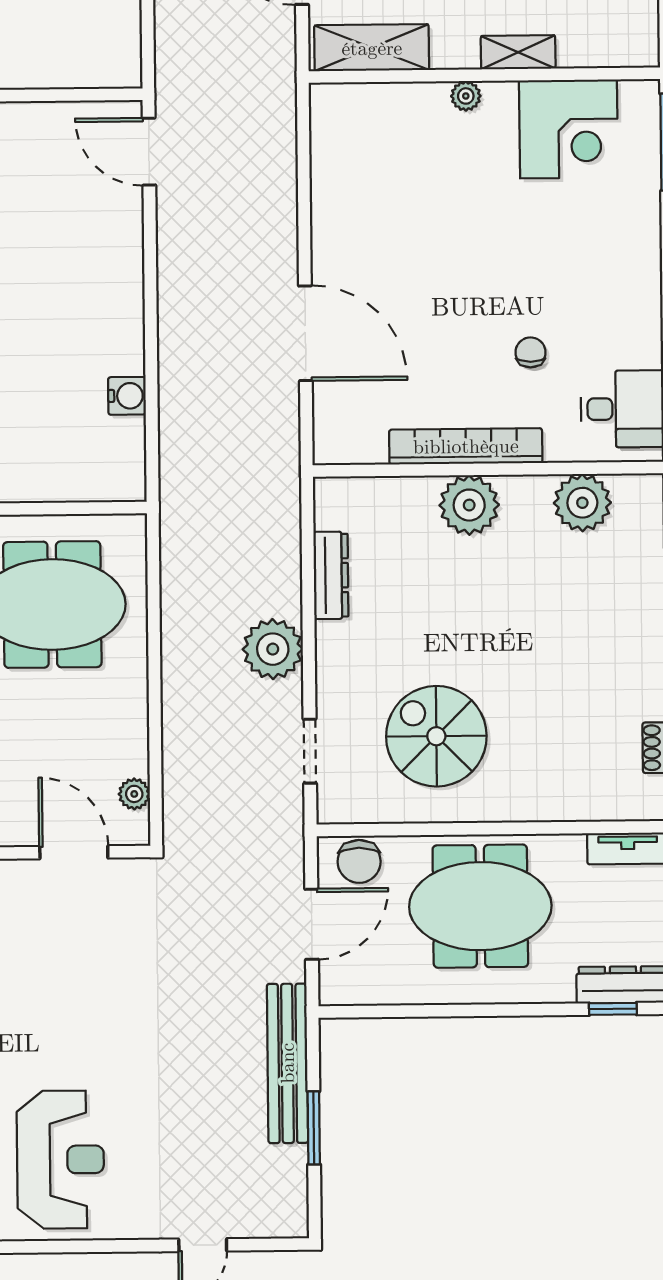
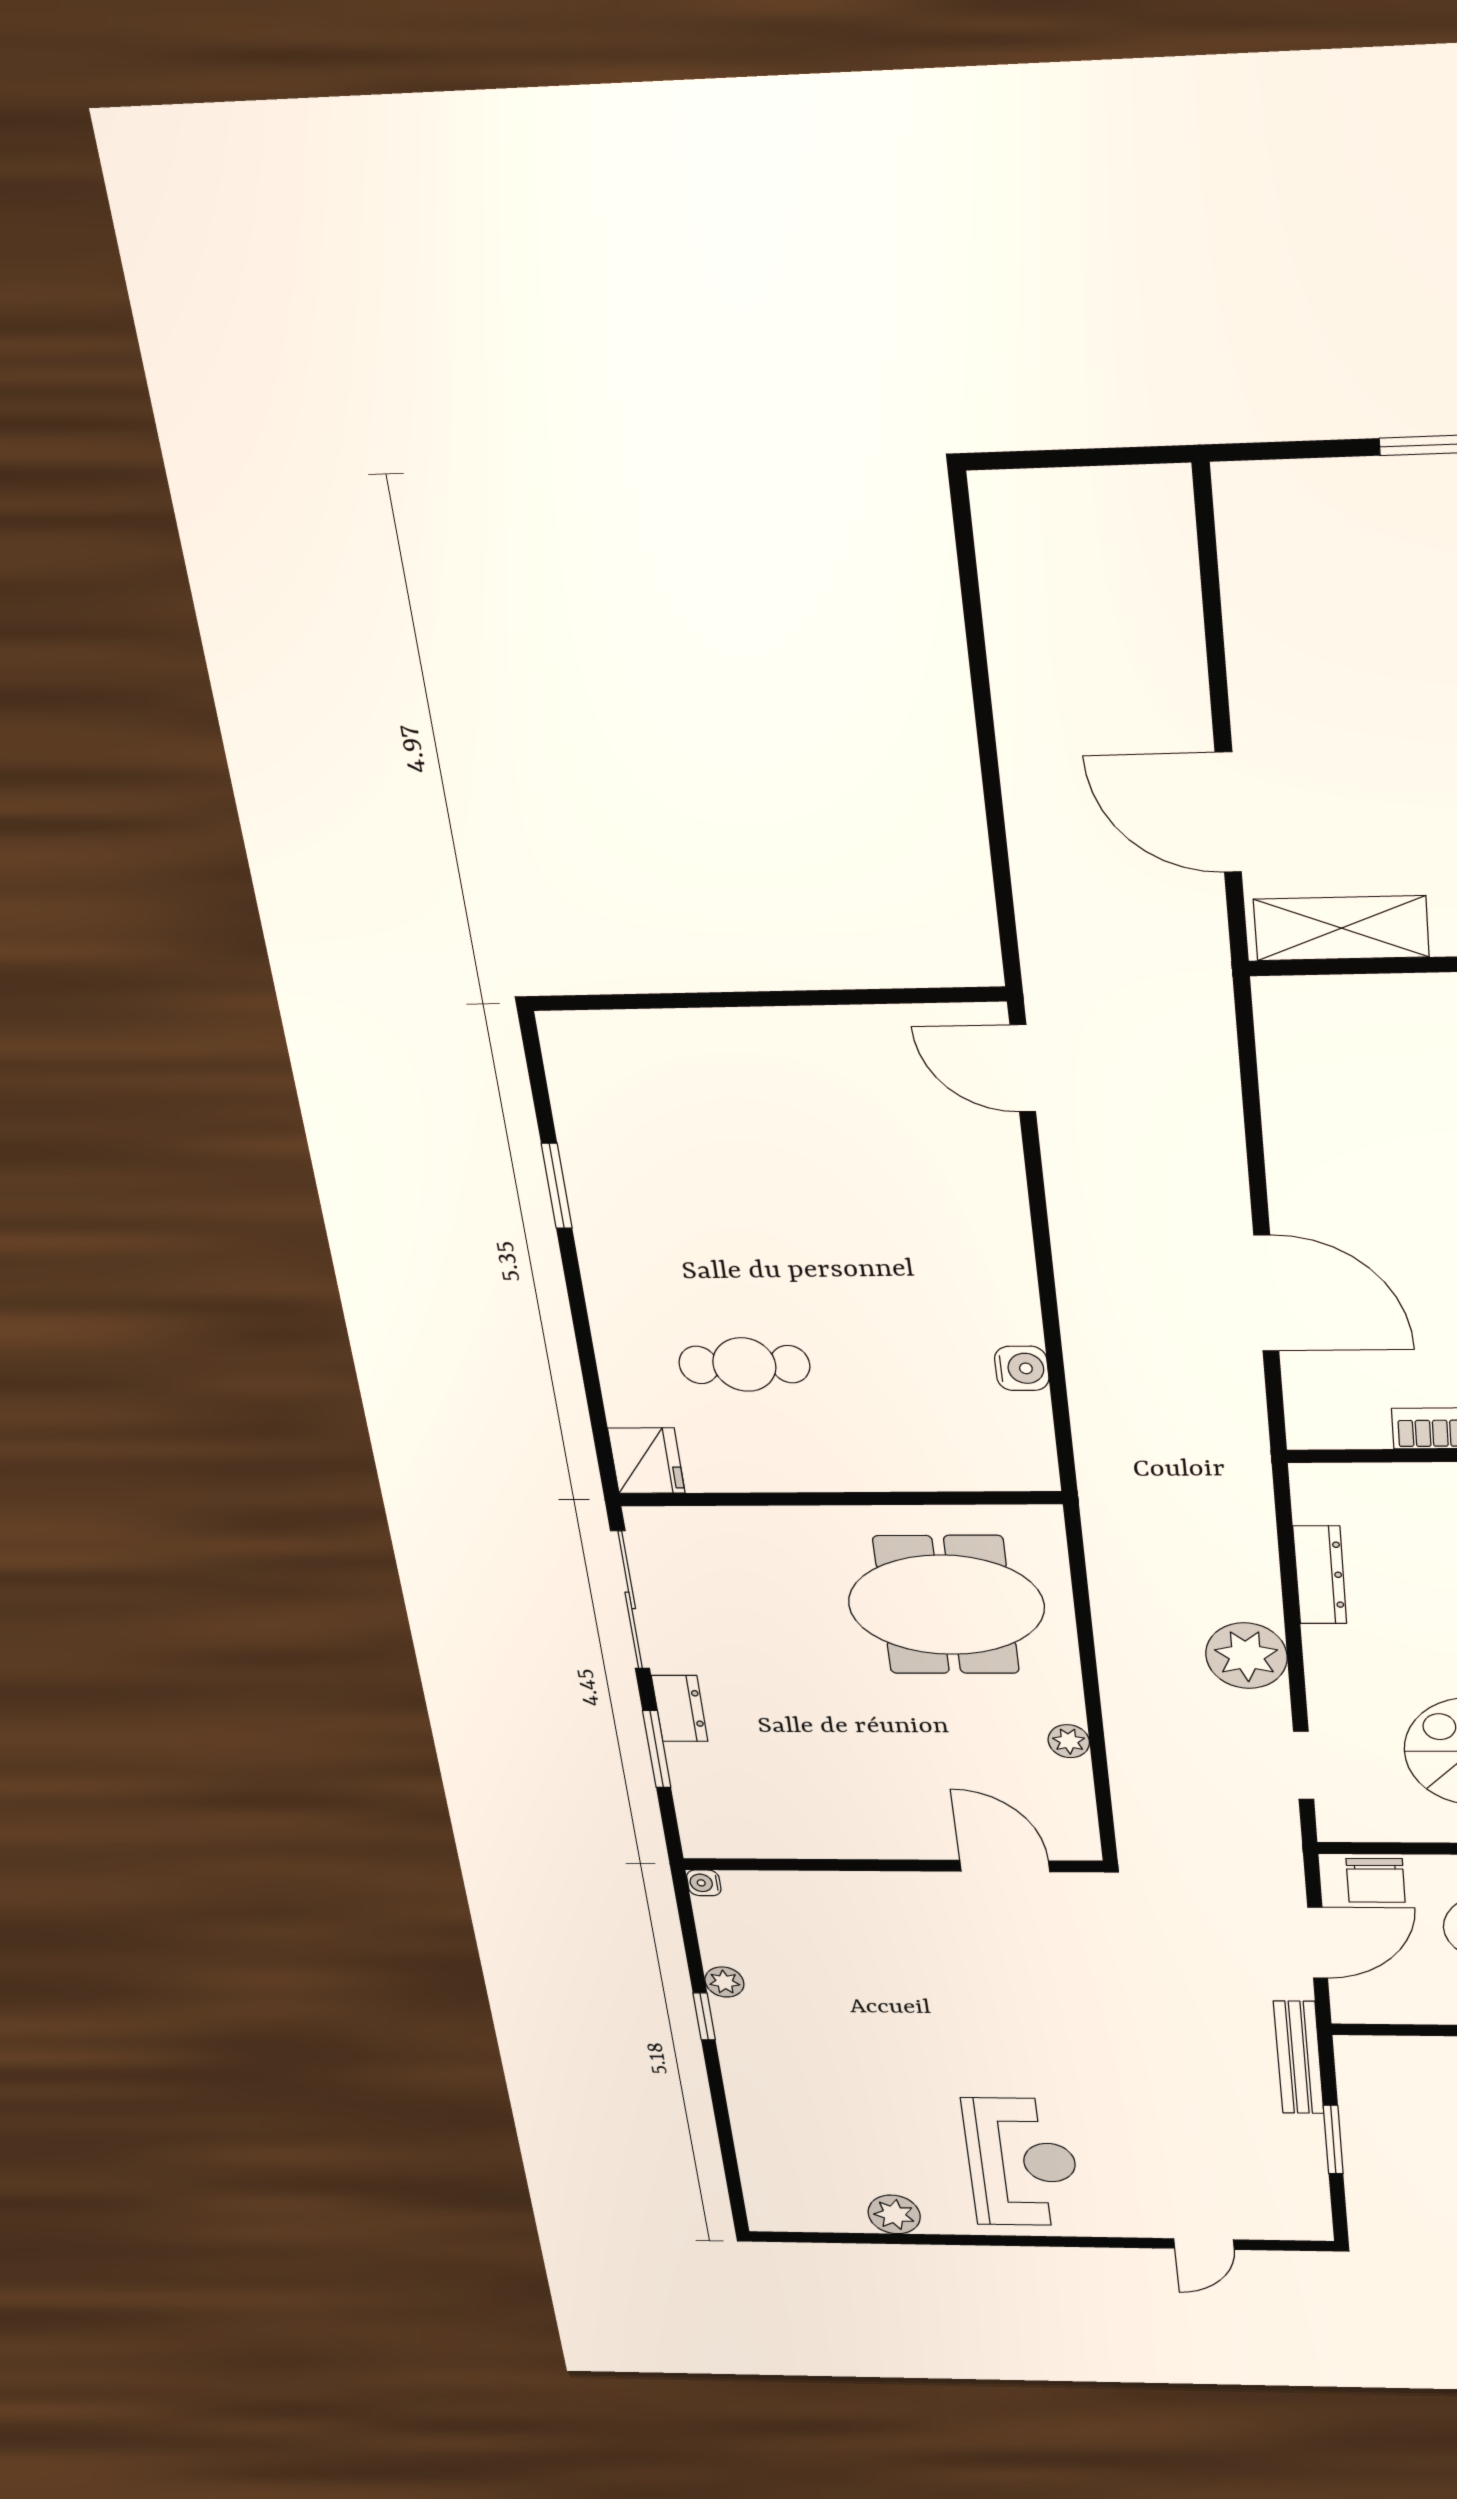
plant: (134, 794) -> (1069, 1741), moved
bench: (287, 1063) -> (1299, 2058), width x0.73, depth x0.82

